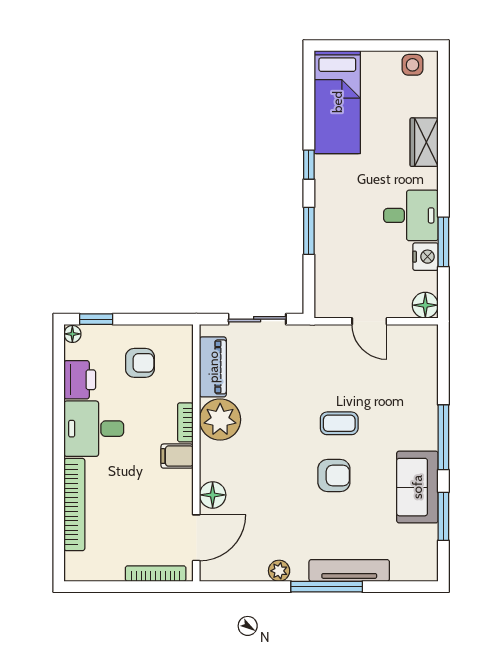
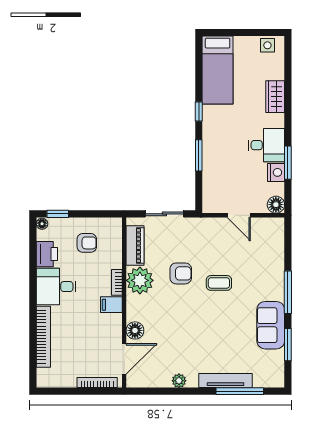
armchair: (334, 476) -> (181, 273), moved
window: (327, 587) -> (240, 391), moved

